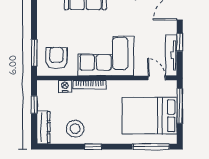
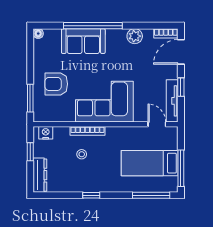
armchair: (56, 58) -> (56, 84), moved, turned -90
nightstand: (65, 86) -> (46, 133), moved
window: (180, 106) -> (181, 168), moved
bed: (150, 116) -> (150, 163), width x0.67
stool: (75, 129) -> (82, 154), moved, width x0.53, depth x0.53

